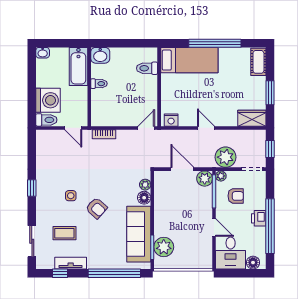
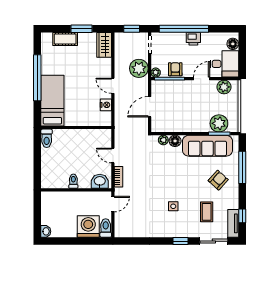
washbasin: (100, 55) -> (100, 181), moved, turned -90
cot: (258, 62) -> (65, 39), moved
bathtub: (78, 66) -> (58, 199), removed
toilet: (147, 68) -> (47, 138), moved
nightstand: (171, 120) -> (106, 105), moved
door: (146, 128) -> (113, 156), moved
door: (206, 128) -> (113, 86), hinge flipped
plant: (205, 179) -> (224, 87), moved
window: (32, 188) -> (181, 241), moved
armchair: (236, 196) -> (175, 69), moved
armchair: (96, 208) -> (218, 180), moved
window: (270, 226) -> (184, 29), moved
tv unit: (71, 263) -> (233, 223), moved
window: (114, 273) -> (242, 167), width x0.68

